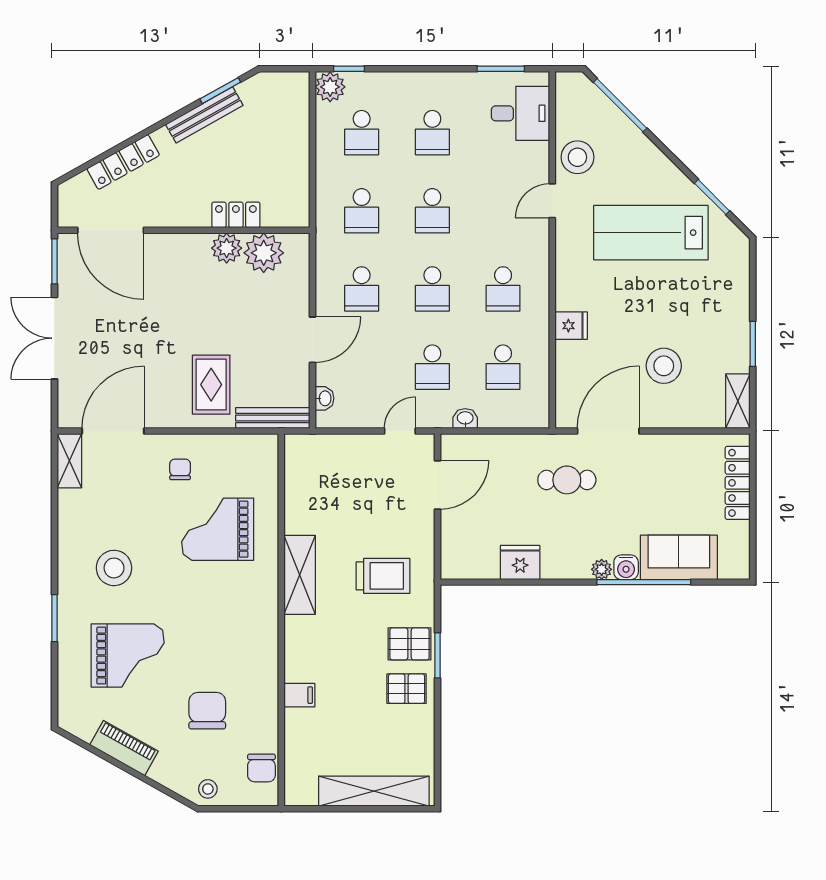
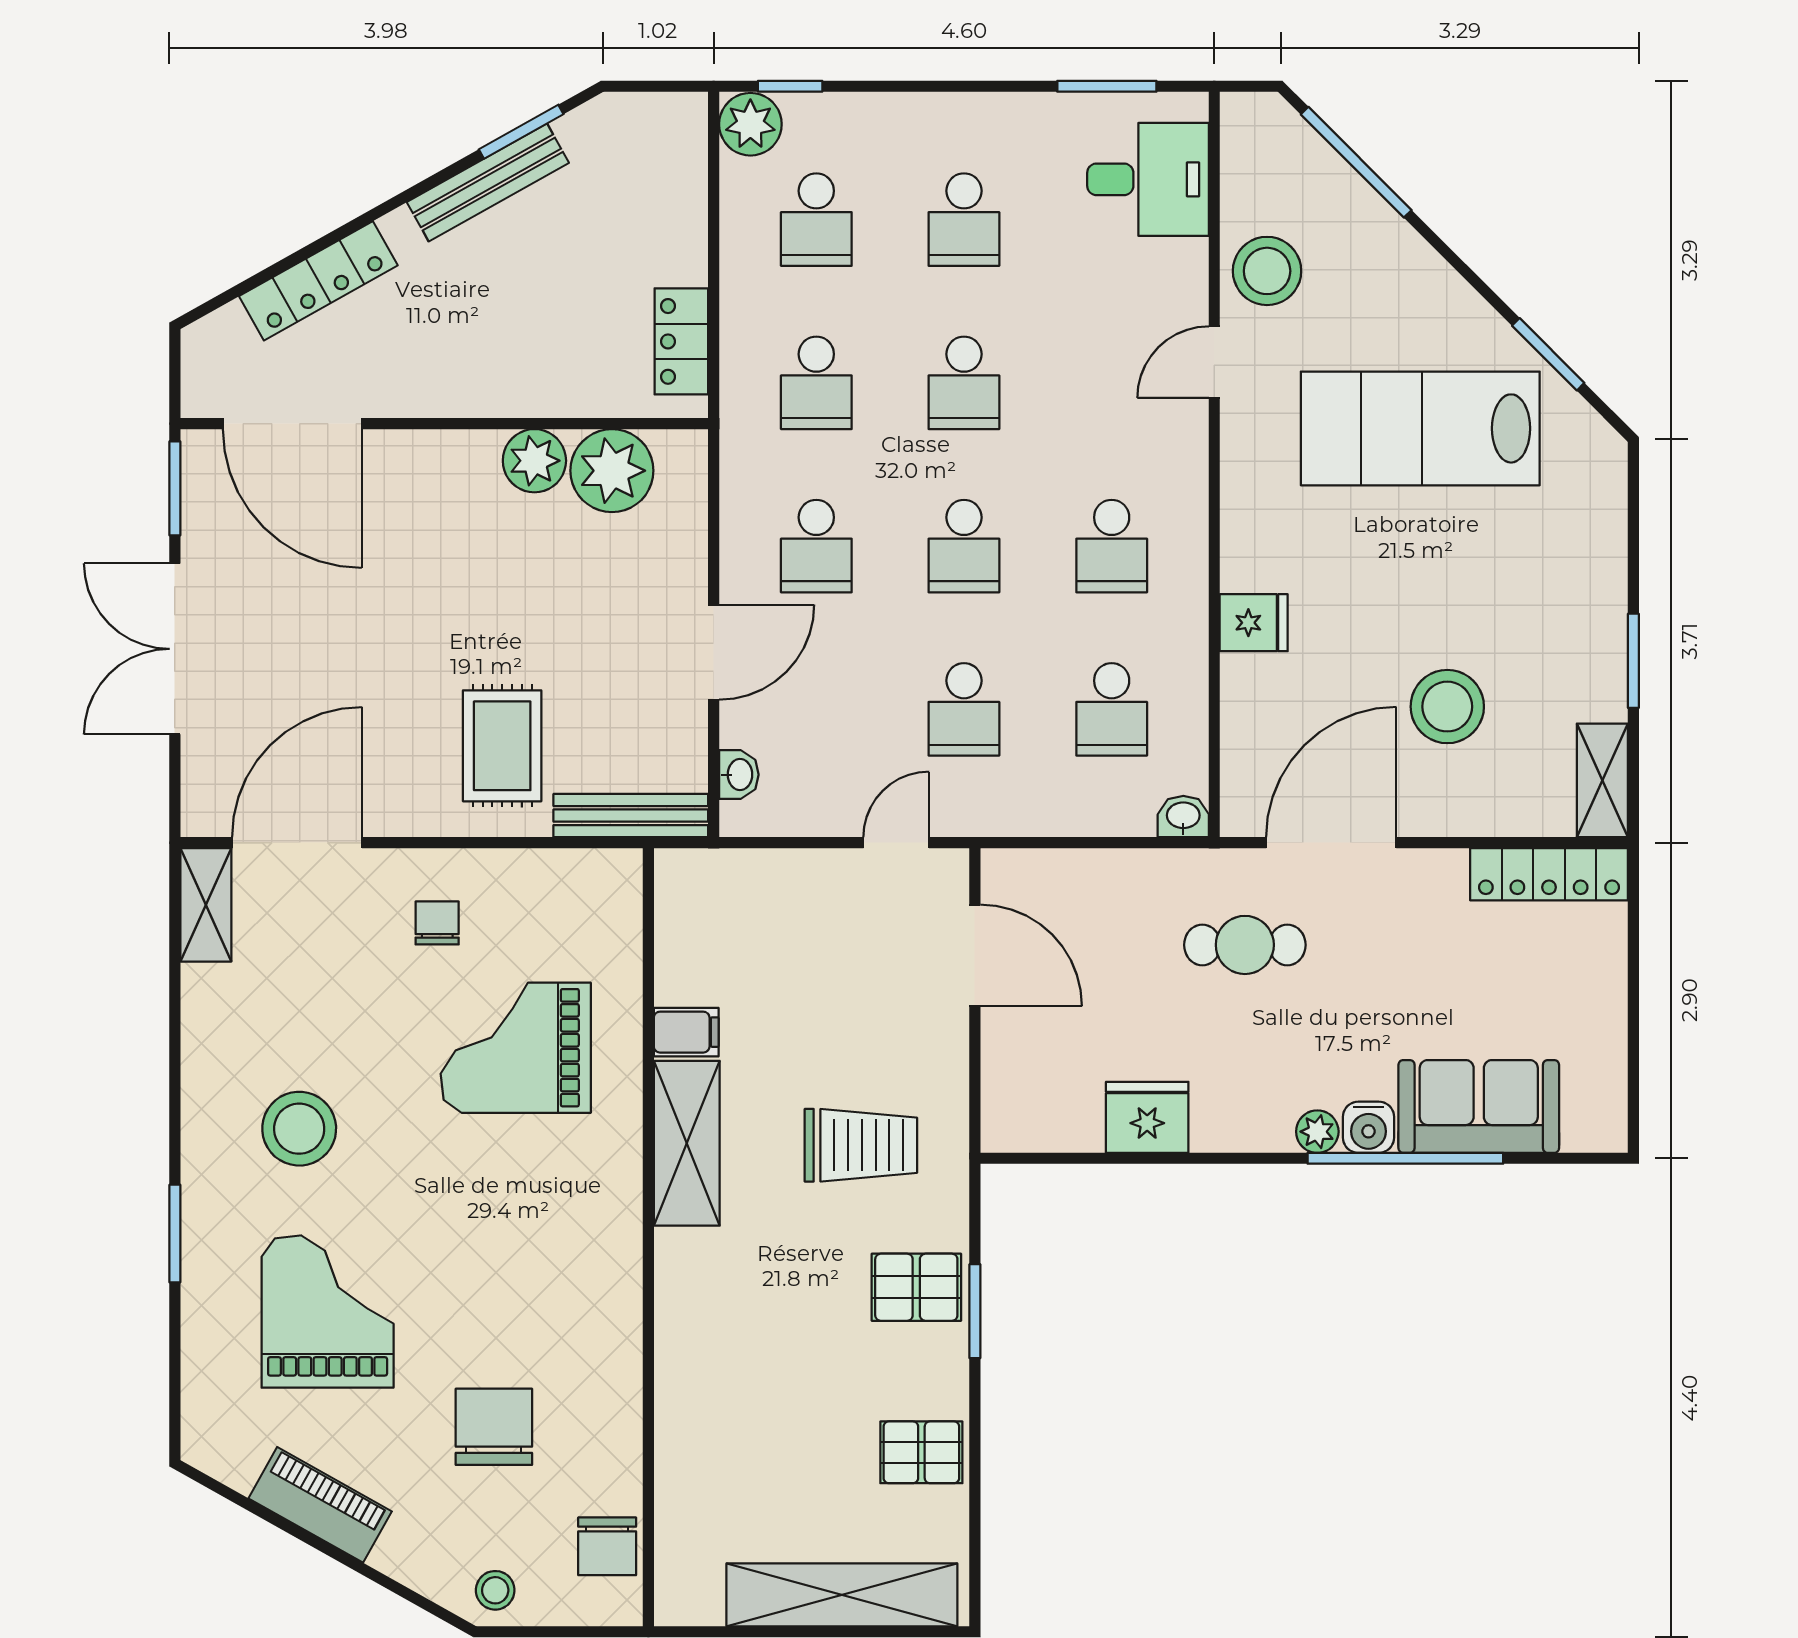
locker: (236, 215) -> (681, 341), moved, turned -90
washbasin: (465, 418) -> (1183, 817), moved
locker: (738, 483) -> (1549, 874), moved, turned -90
door: (438, 485) -> (975, 955), hinge flipped
grand piano: (128, 655) -> (328, 1312), turned -90
pallet: (407, 689) -> (921, 1452), moved
filing cabinet: (299, 695) -> (686, 1032), moved

